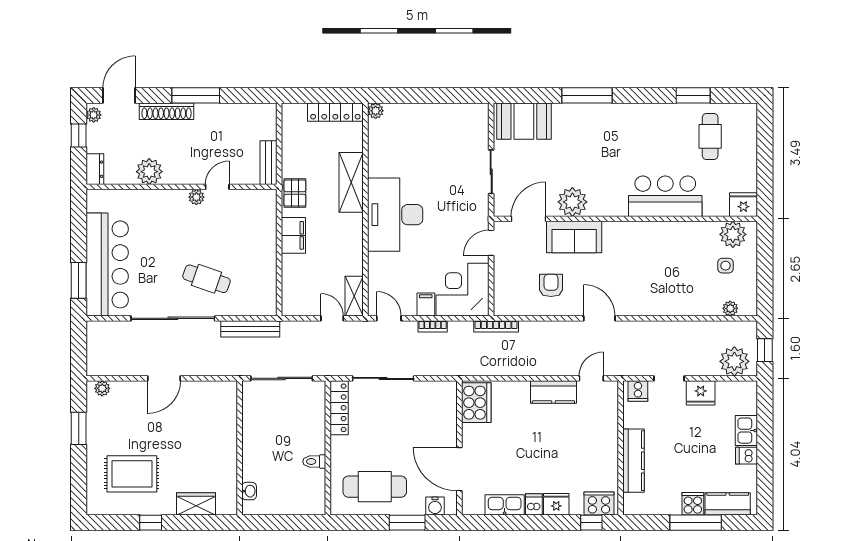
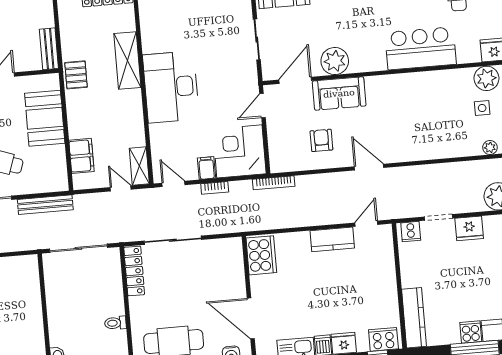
filing cabinet: (293, 235) -> (81, 156), moved
booth: (258, 236) -> (45, 118), added
kitchen counter: (634, 461) -> (414, 318), moved

